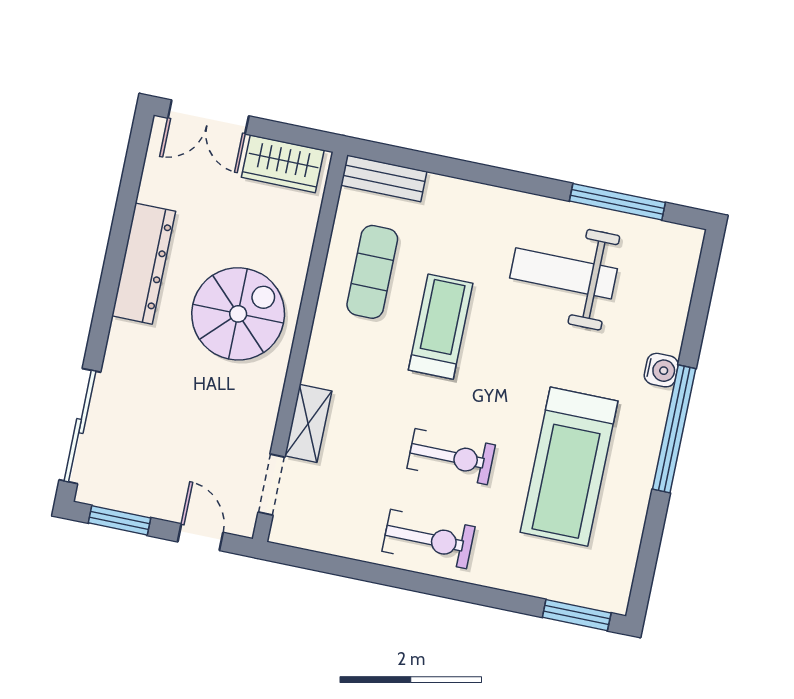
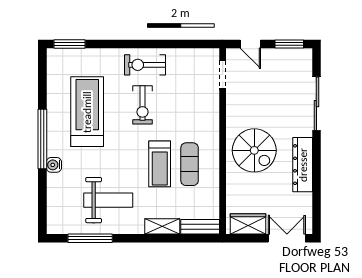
exercise mat: (372, 272) -> (190, 164), moved
spiral stairs: (238, 314) -> (254, 150), turned -90
shelving: (308, 423) -> (162, 226), moved, turned 90
sliding door: (80, 426) -> (316, 104), moved
exercise bike: (451, 457) -> (142, 105), turned -90

